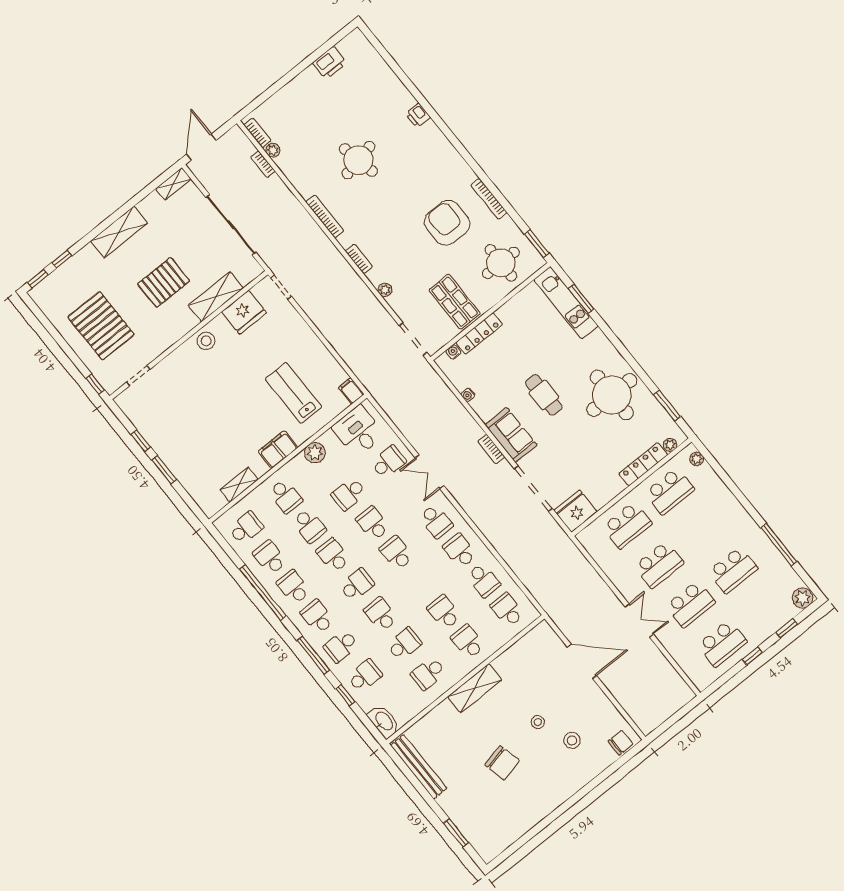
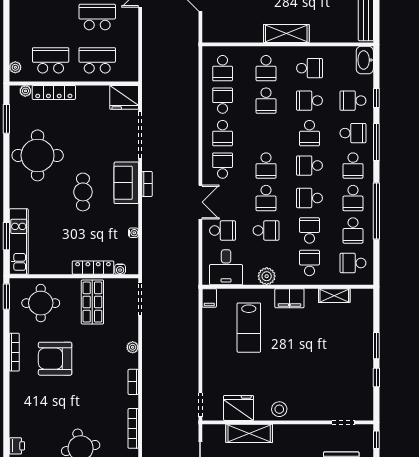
armchair: (447, 223) -> (55, 359), turned 90
school desk: (388, 462) -> (223, 230), turned 180
school desk: (333, 555) -> (309, 198), turned 90

